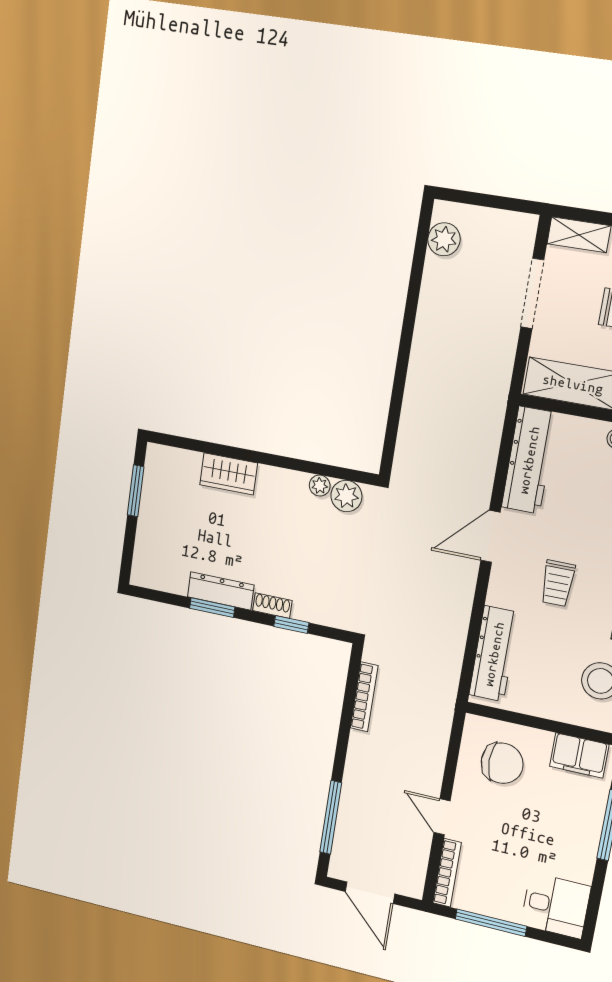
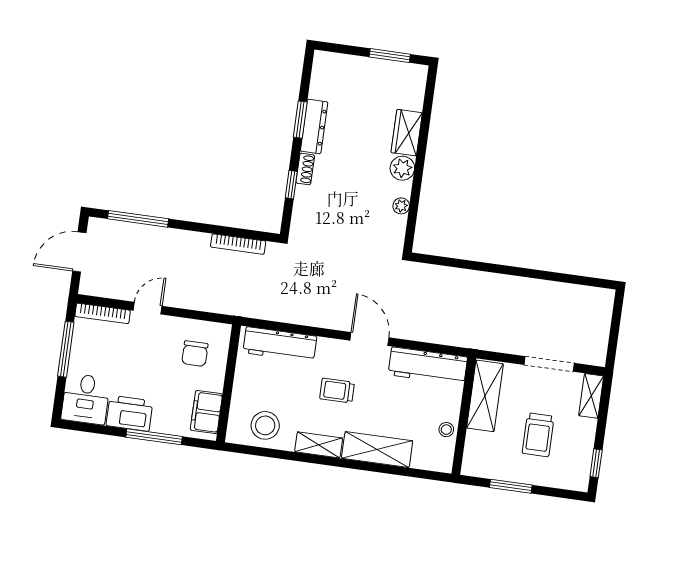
plant: (444, 239) -> (587, 298), removed
plant: (346, 496) -> (402, 168), moved
chair: (502, 763) -> (195, 354), width x0.73, depth x0.73
printer: (577, 853) -> (130, 413), added

